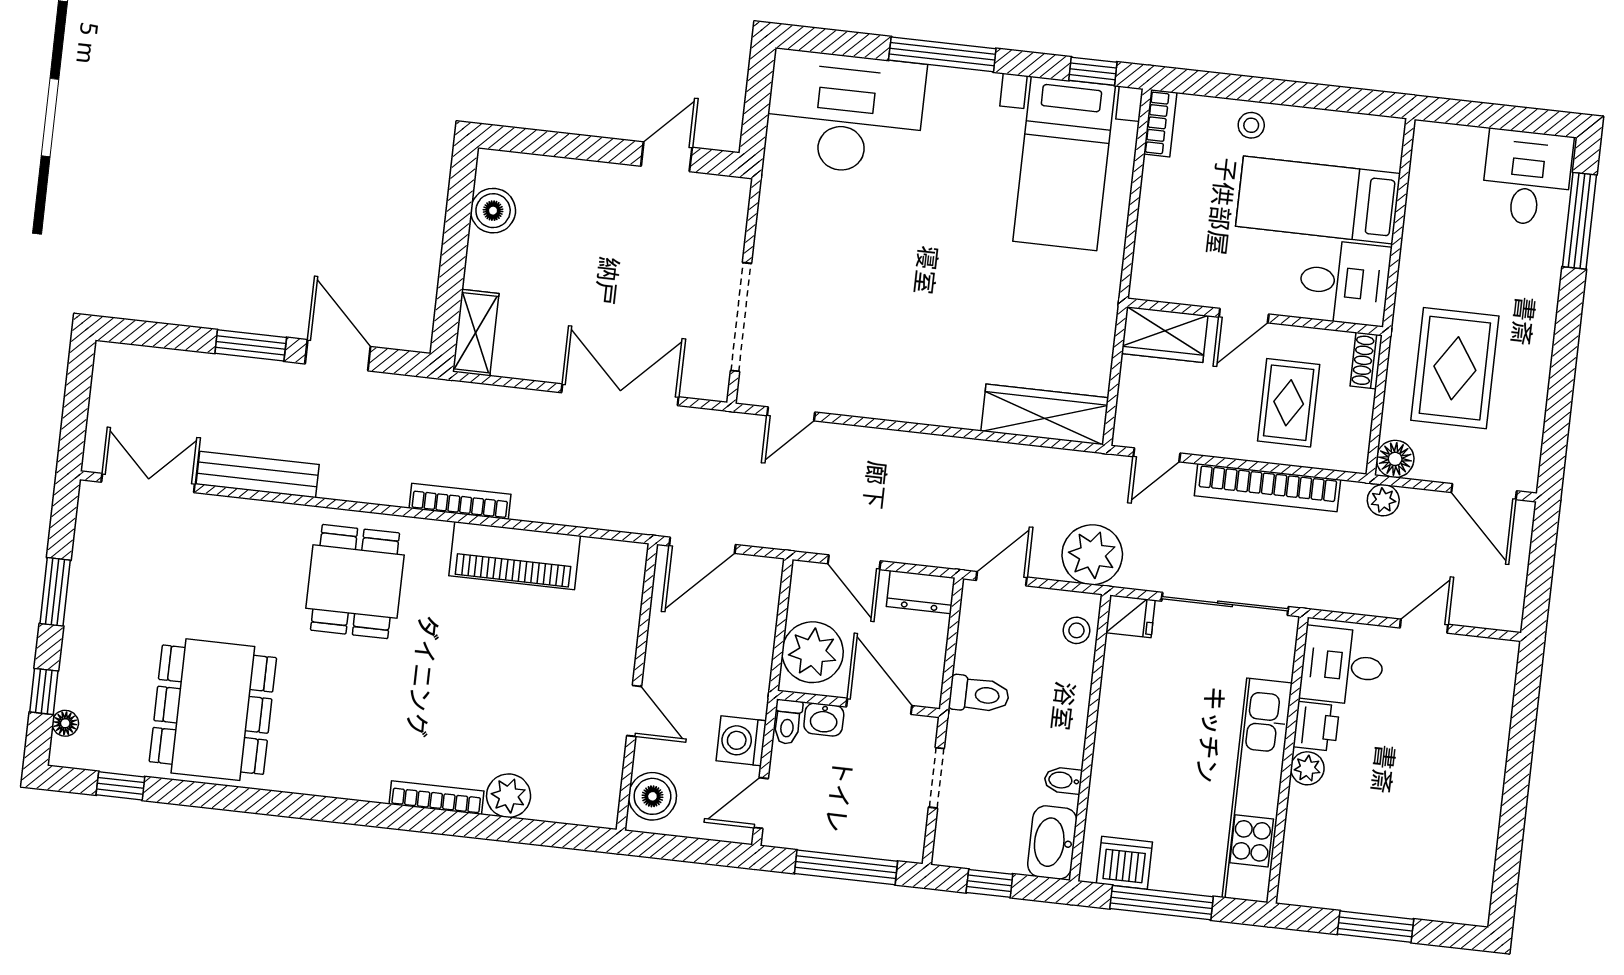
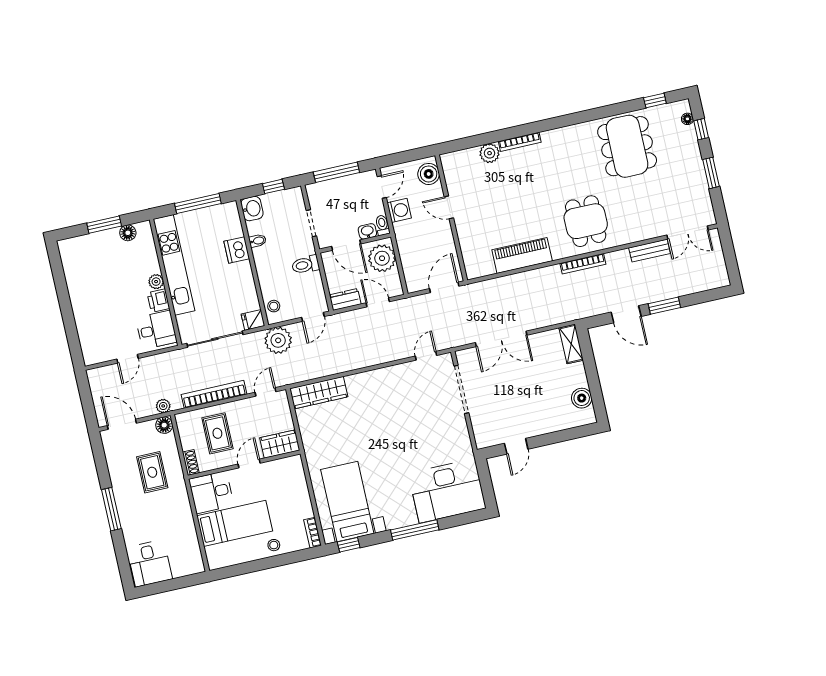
window: (1580, 221) -> (111, 509), moved
rug: (1455, 368) -> (152, 472), width x0.73, depth x0.70
bench: (258, 474) -> (650, 251), width x0.73
bookcase: (460, 501) -> (583, 264), moved
washbasin: (1052, 842) -> (252, 209), width x0.72
dishwasher: (1124, 863) -> (237, 250), moved, turned 90
floor lamp: (1331, 892) -> (128, 233), added

